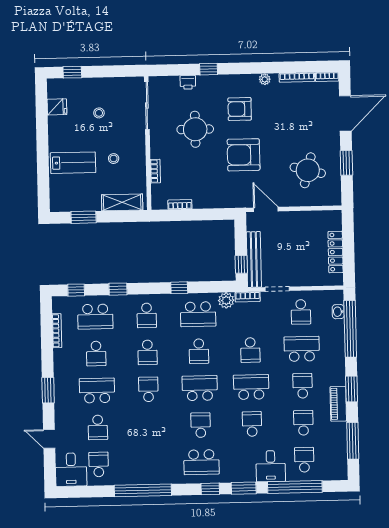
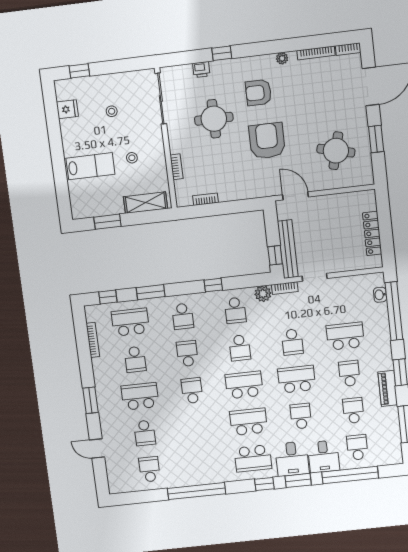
armchair: (244, 155) -> (267, 141), turned 90
window: (118, 289) -> (151, 292), width x1.50
school desk: (301, 312) -> (341, 298), removed
school desk: (198, 314) -> (235, 310), width x0.54
school desk: (95, 317) -> (130, 322), turned 180
school desk: (148, 352) -> (187, 354), turned 180
school desk: (201, 425) -> (249, 422), width x1.85
desk: (71, 470) -> (292, 459), moved

